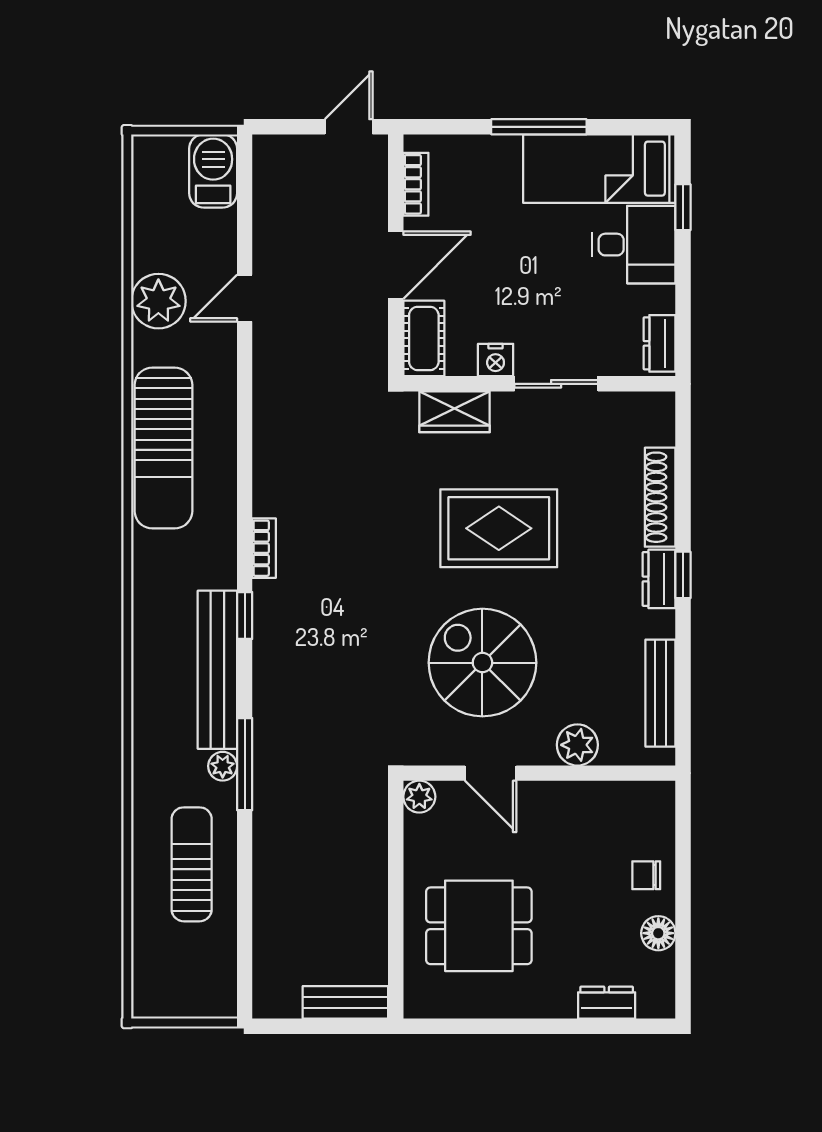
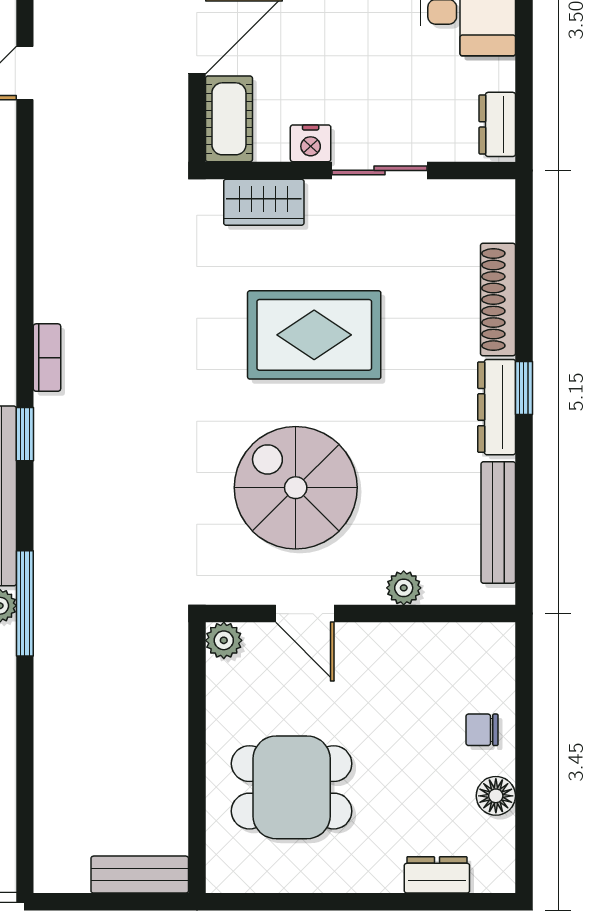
dresser: (659, 579) -> (497, 407), width x1.44
plant: (577, 745) -> (404, 588), width x0.73, depth x0.73

